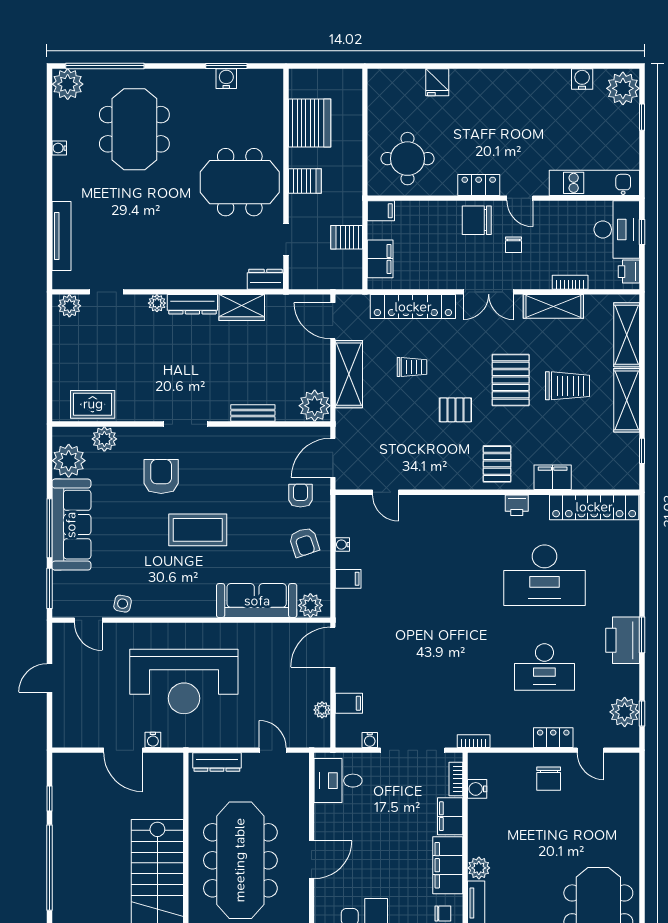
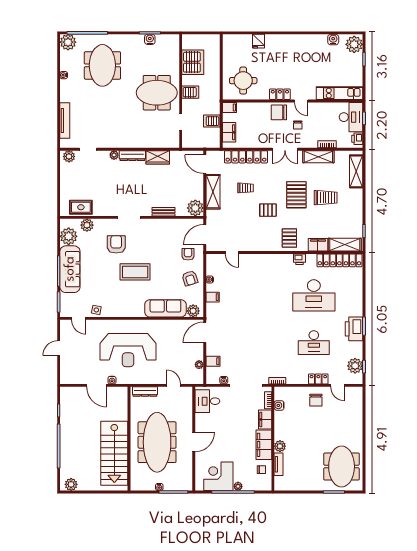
dresser: (265, 279) -> (170, 143), removed
shelving: (627, 400) -> (345, 245), moved, turned 90

